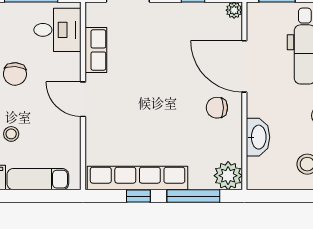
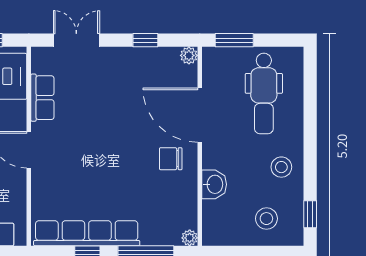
washbasin: (258, 137) -> (214, 184), width x0.72
plant: (228, 176) -> (190, 238), width x0.53, depth x0.53

